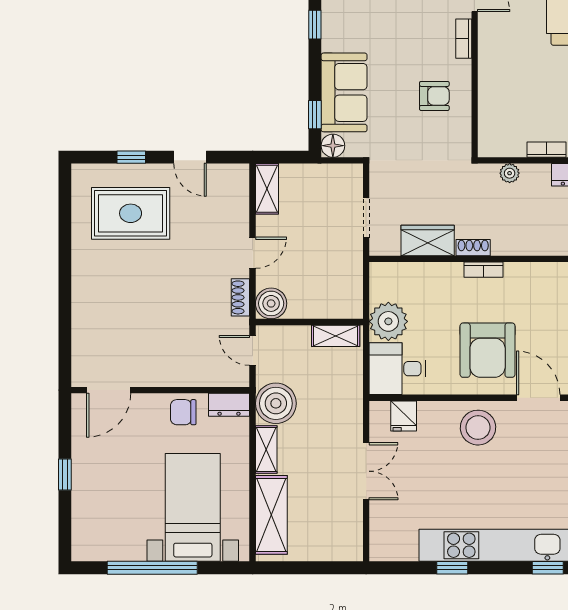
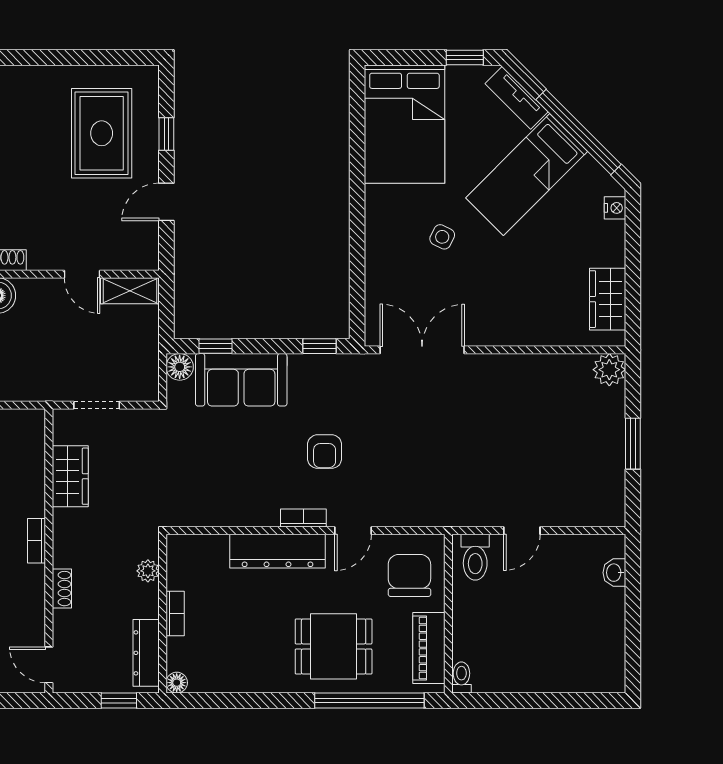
dresser: (492, 61) -> (278, 551), added
armchair: (434, 96) -> (325, 452), moved
shoe rack: (473, 248) -> (62, 589), moved
door: (253, 253) -> (82, 274), moved

